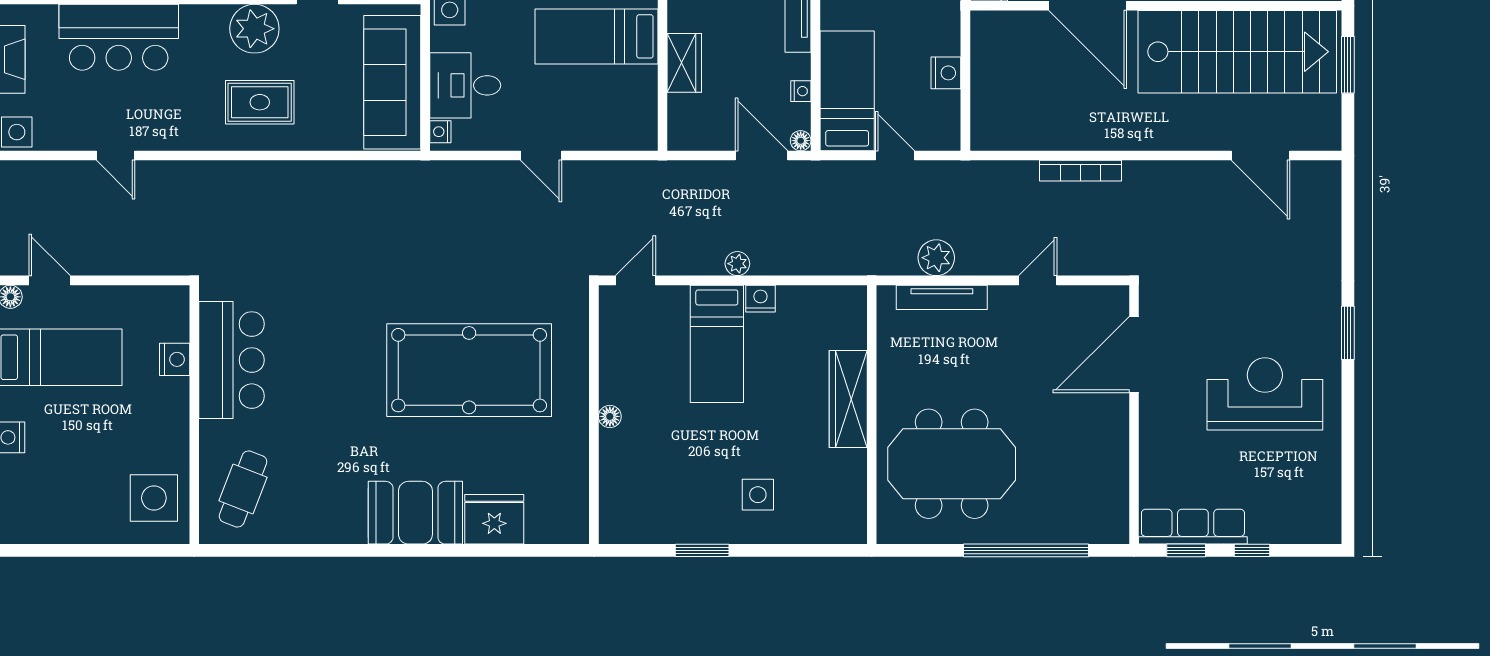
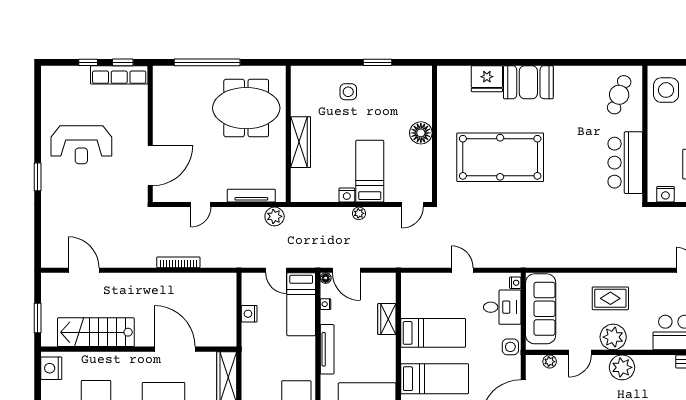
stairs: (1237, 52) -> (96, 332), width x0.73, depth x0.66
plant: (936, 258) -> (275, 216), moved
nightstand: (175, 359) -> (665, 194), moved, turned -90
floor lamp: (610, 416) -> (421, 133), width x1.89, depth x1.89

